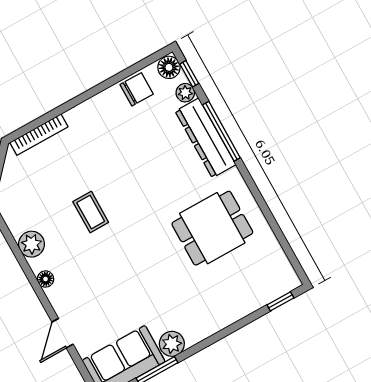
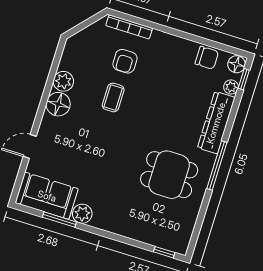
window: (221, 131) -> (217, 165), moved
armchair: (67, 169) -> (125, 61), added
floor lamp: (46, 279) -> (58, 104), width x1.89, depth x1.89

